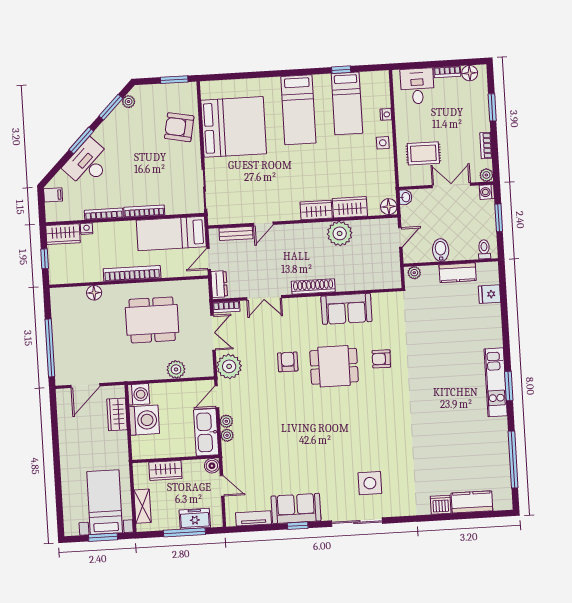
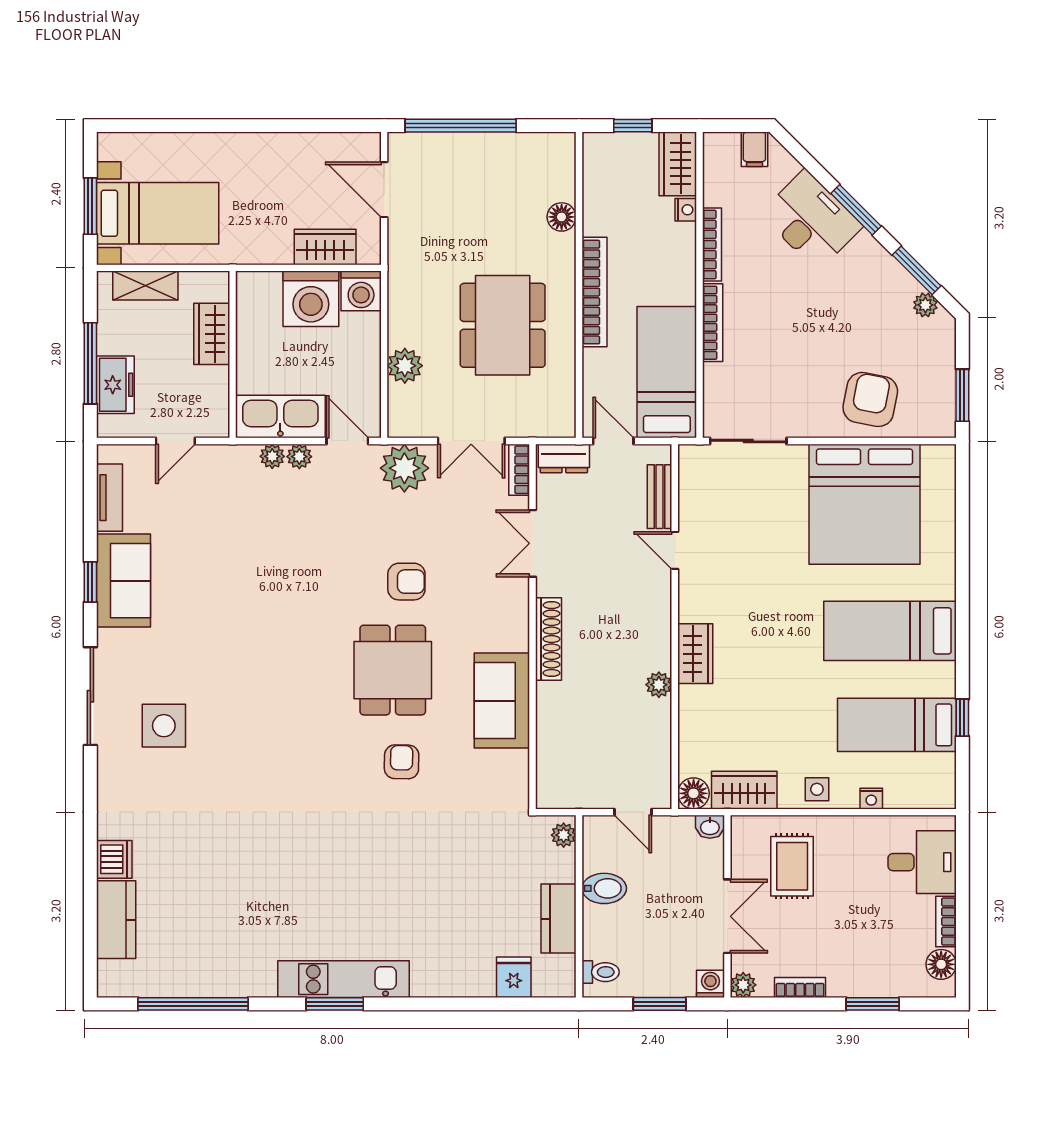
wardrobe: (350, 207) -> (744, 790), moved, turned -90
plant: (340, 233) -> (659, 685), width x0.53, depth x0.53
boiler: (212, 466) -> (215, 424), removed

